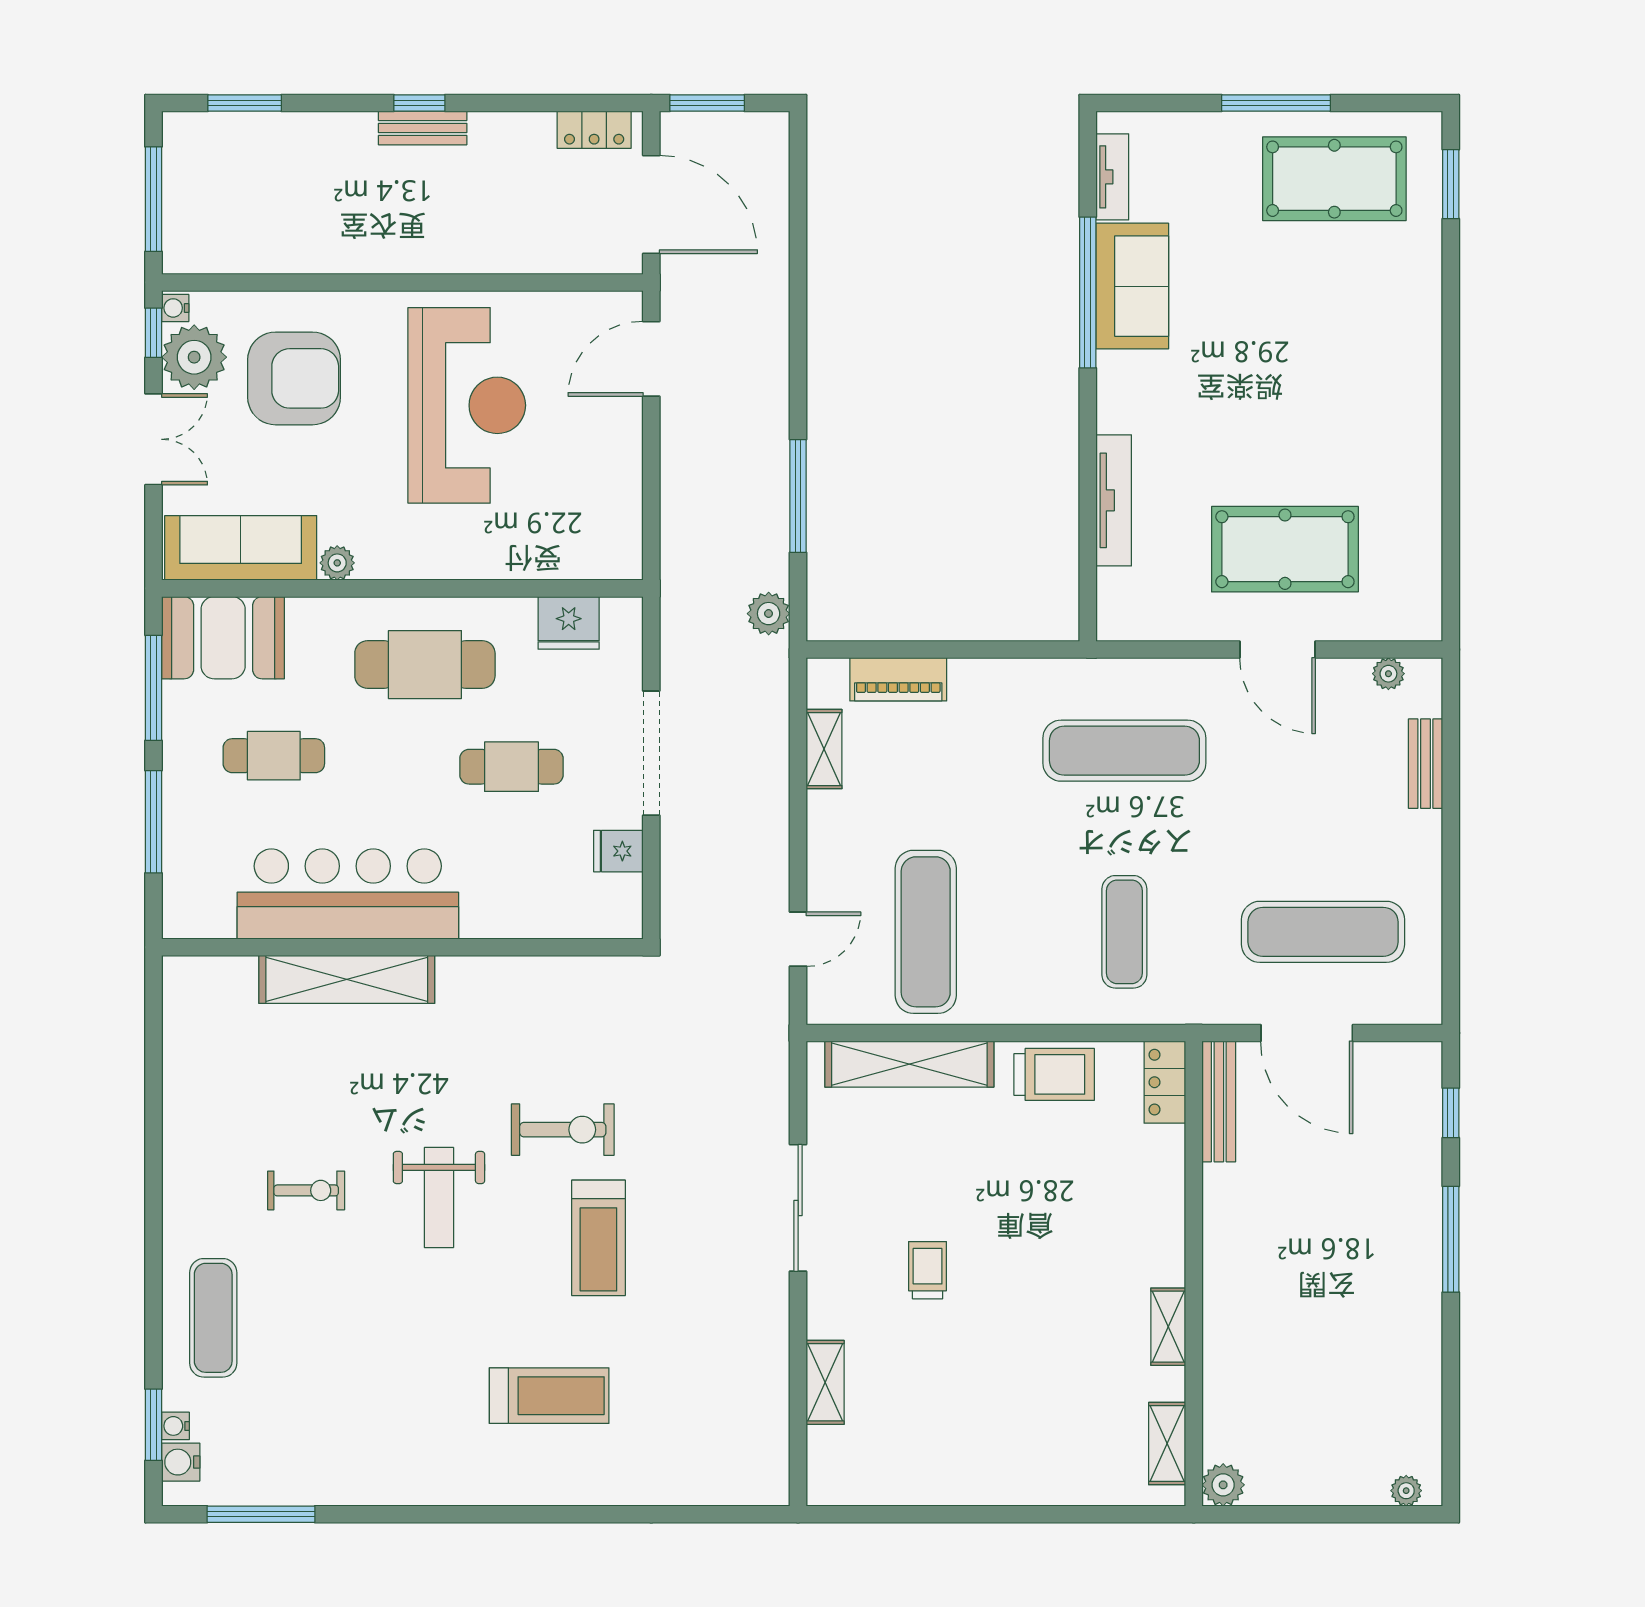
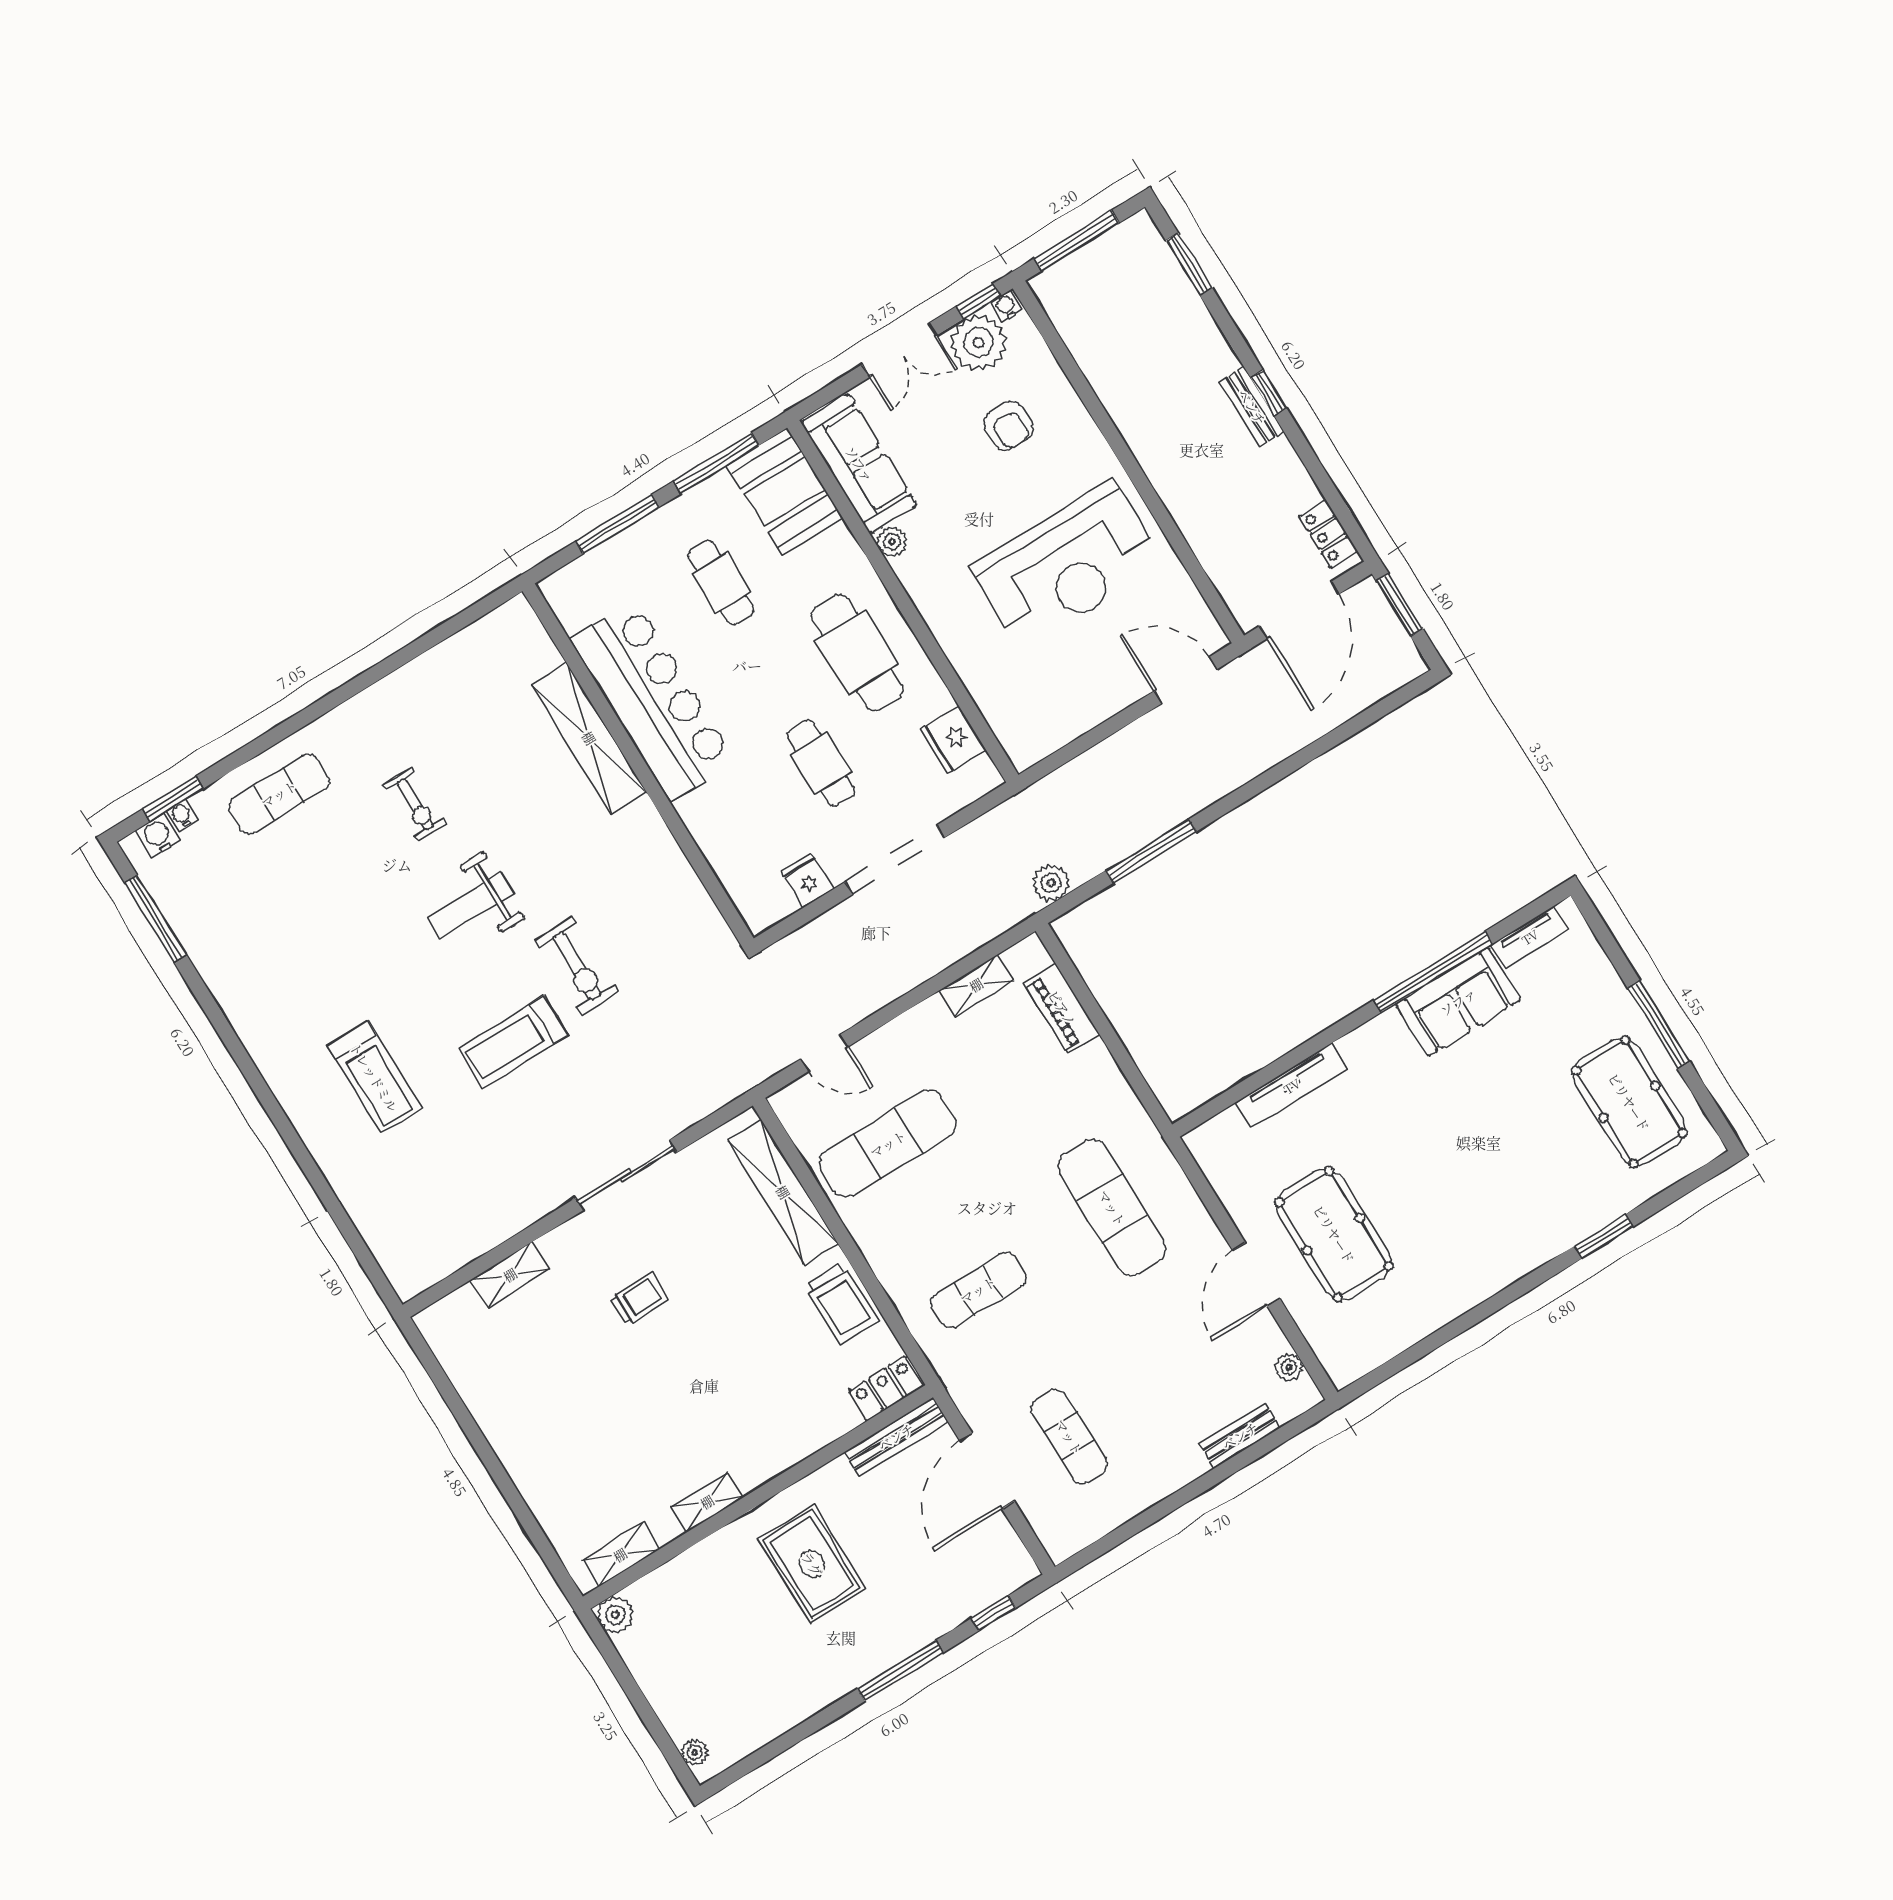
window: (1451, 184) -> (1604, 1236), moved
armchair: (294, 378) -> (1008, 426), width x0.53, depth x0.53
exercise mat: (1323, 932) -> (1069, 1437), width x0.73, depth x0.69
rug: (1292, 1261) -> (812, 1564), added

